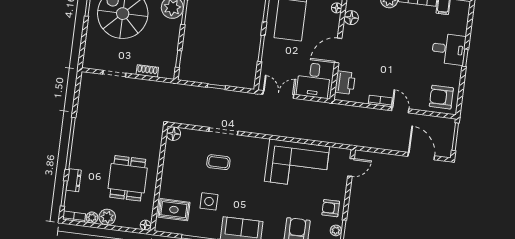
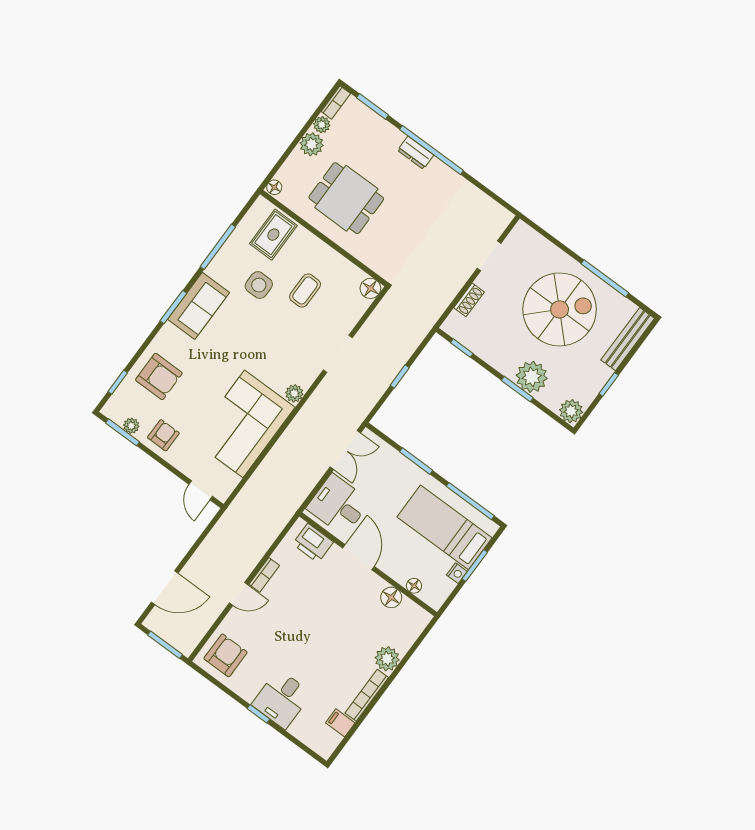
plant: (262, 144) -> (294, 393), added
coffee table: (218, 162) -> (305, 291), moved
dresser: (74, 180) -> (416, 153), moved

